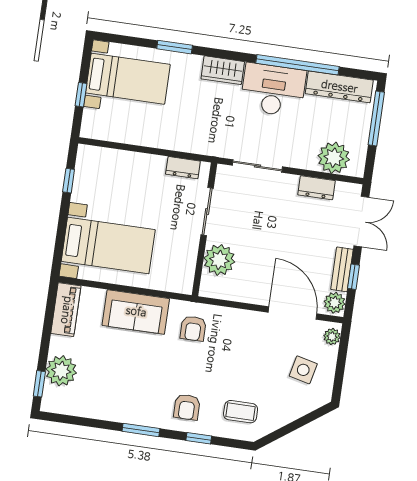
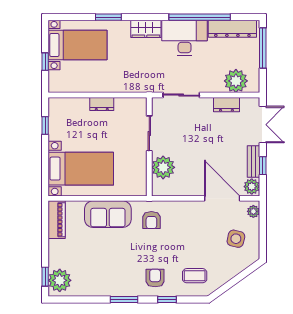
dresser: (183, 168) -> (102, 104), moved
plant: (61, 371) -> (60, 280), moved
armchair: (187, 407) -> (155, 278), turned 180

